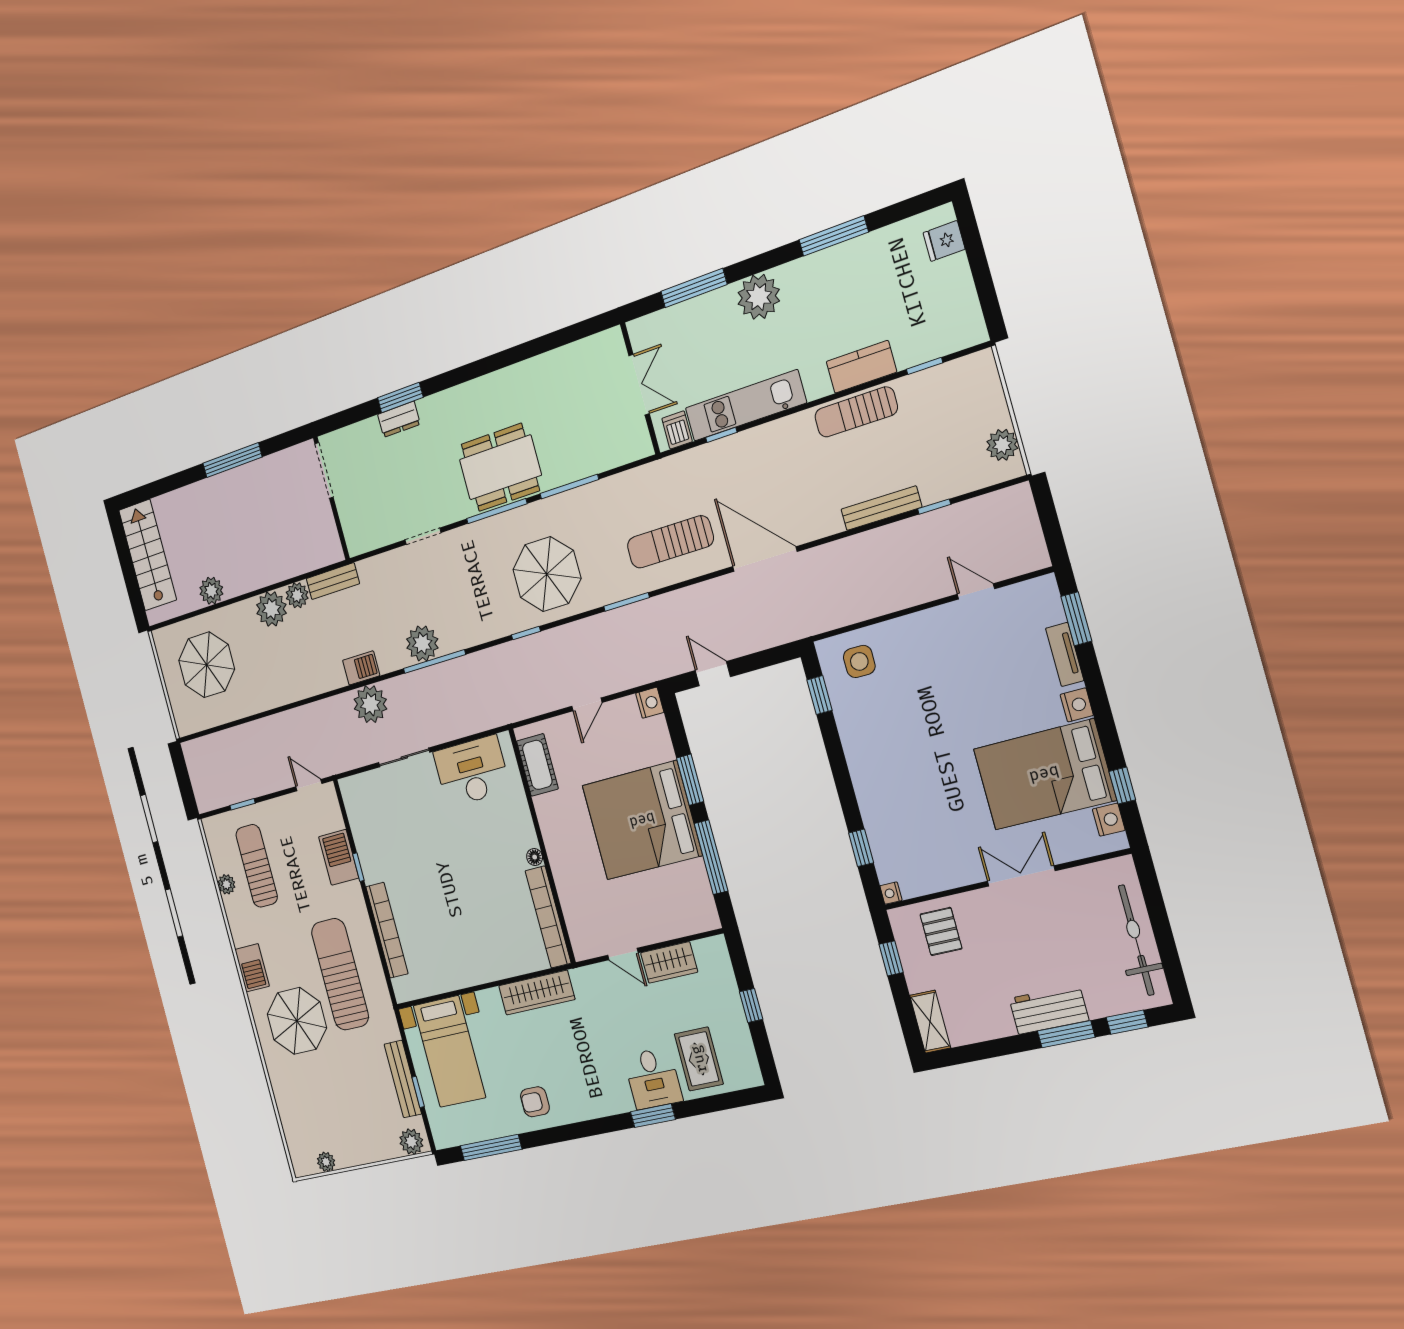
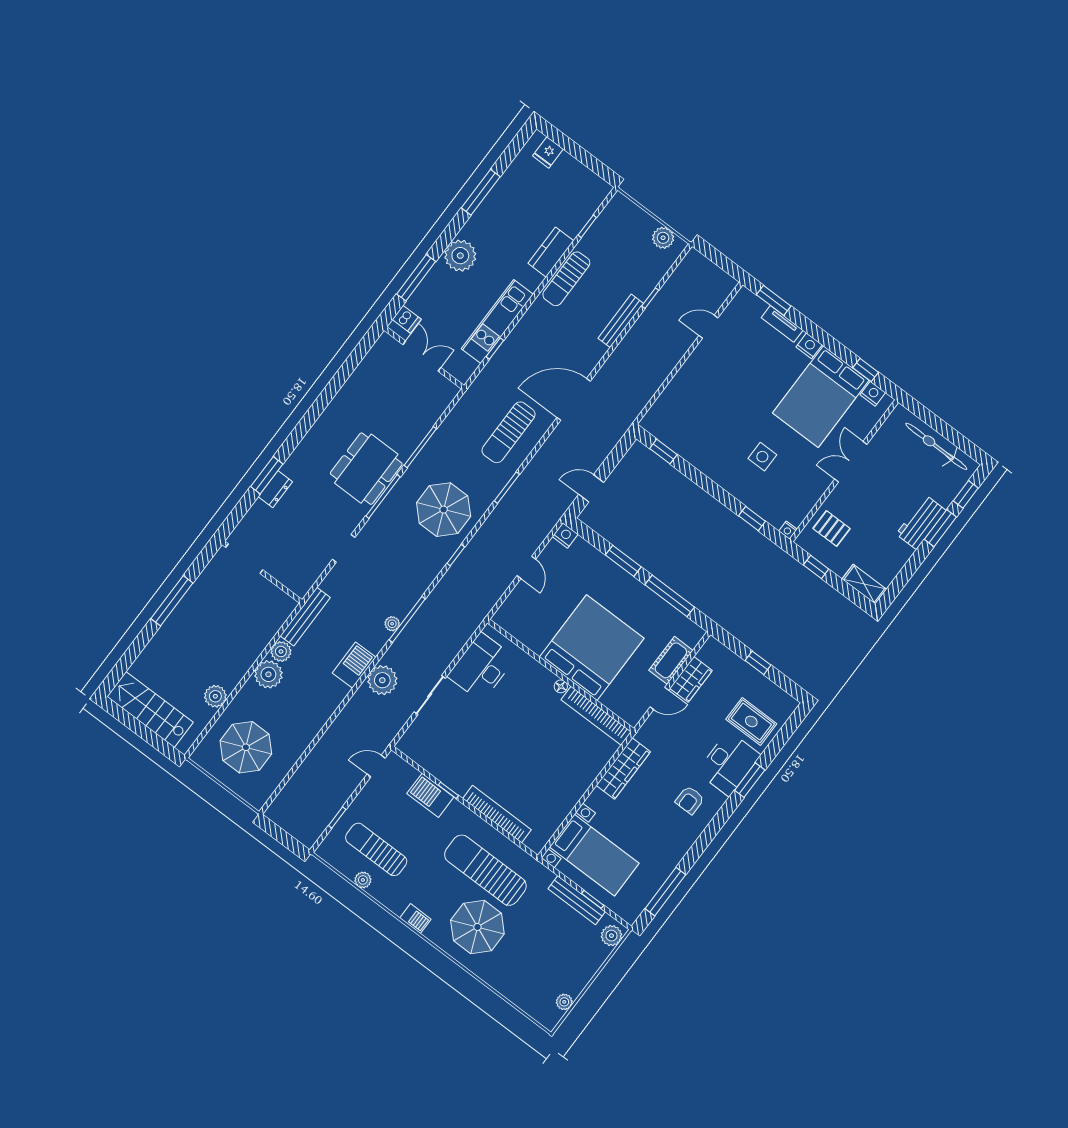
dishwasher: (677, 430) -> (407, 319), moved, turned 180
bench: (333, 581) -> (305, 617), width x1.36
plant: (422, 643) -> (392, 624), width x0.53, depth x0.53
side table: (859, 661) -> (762, 457), moved
barbecue: (361, 668) -> (354, 665), width x1.38, depth x1.27
cot: (537, 765) -> (671, 660), moved, turned 90
bed: (642, 820) -> (592, 648), moved, turned 180
barbecue: (252, 968) -> (415, 919), width x0.73, depth x0.79
desk: (653, 1078) -> (729, 763), width x1.37
armchair: (535, 1102) -> (690, 800), moved

